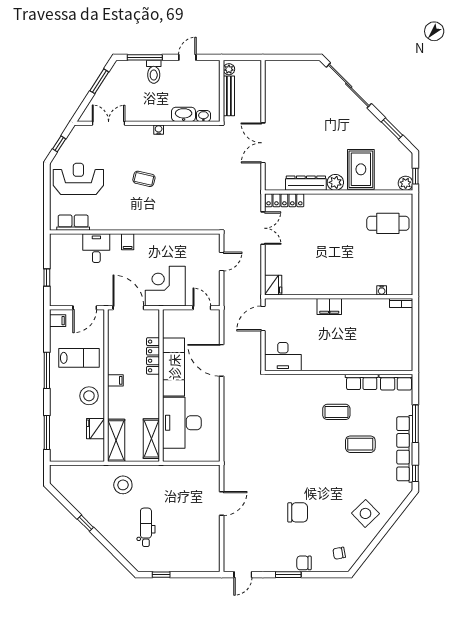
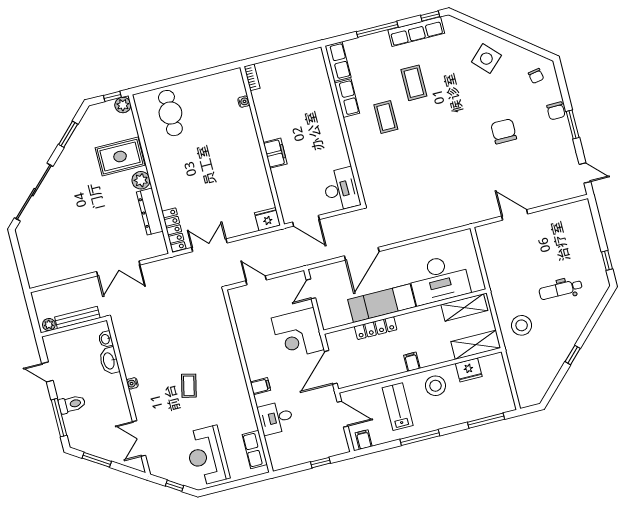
row of seats: (405, 449) -> (416, 32), width x0.73

